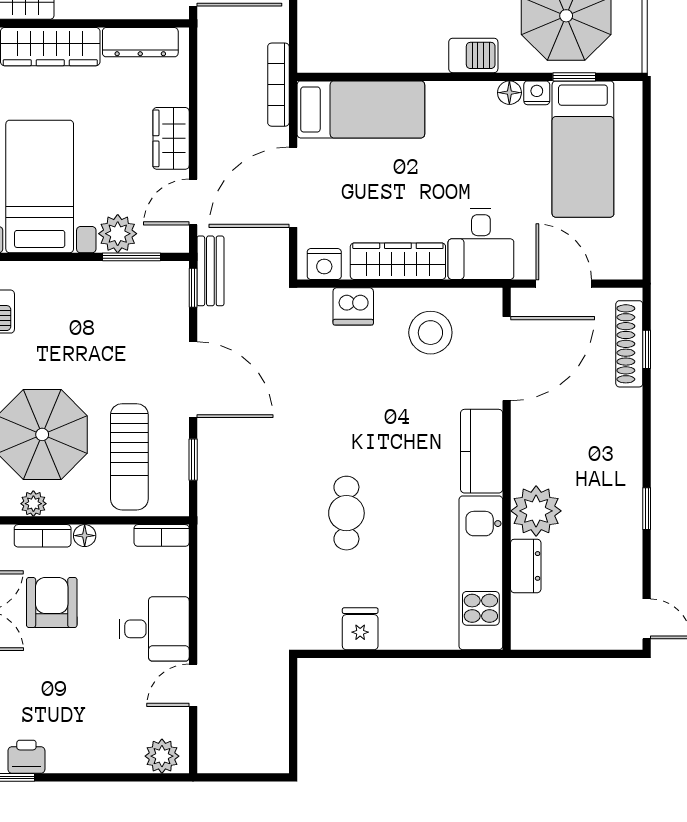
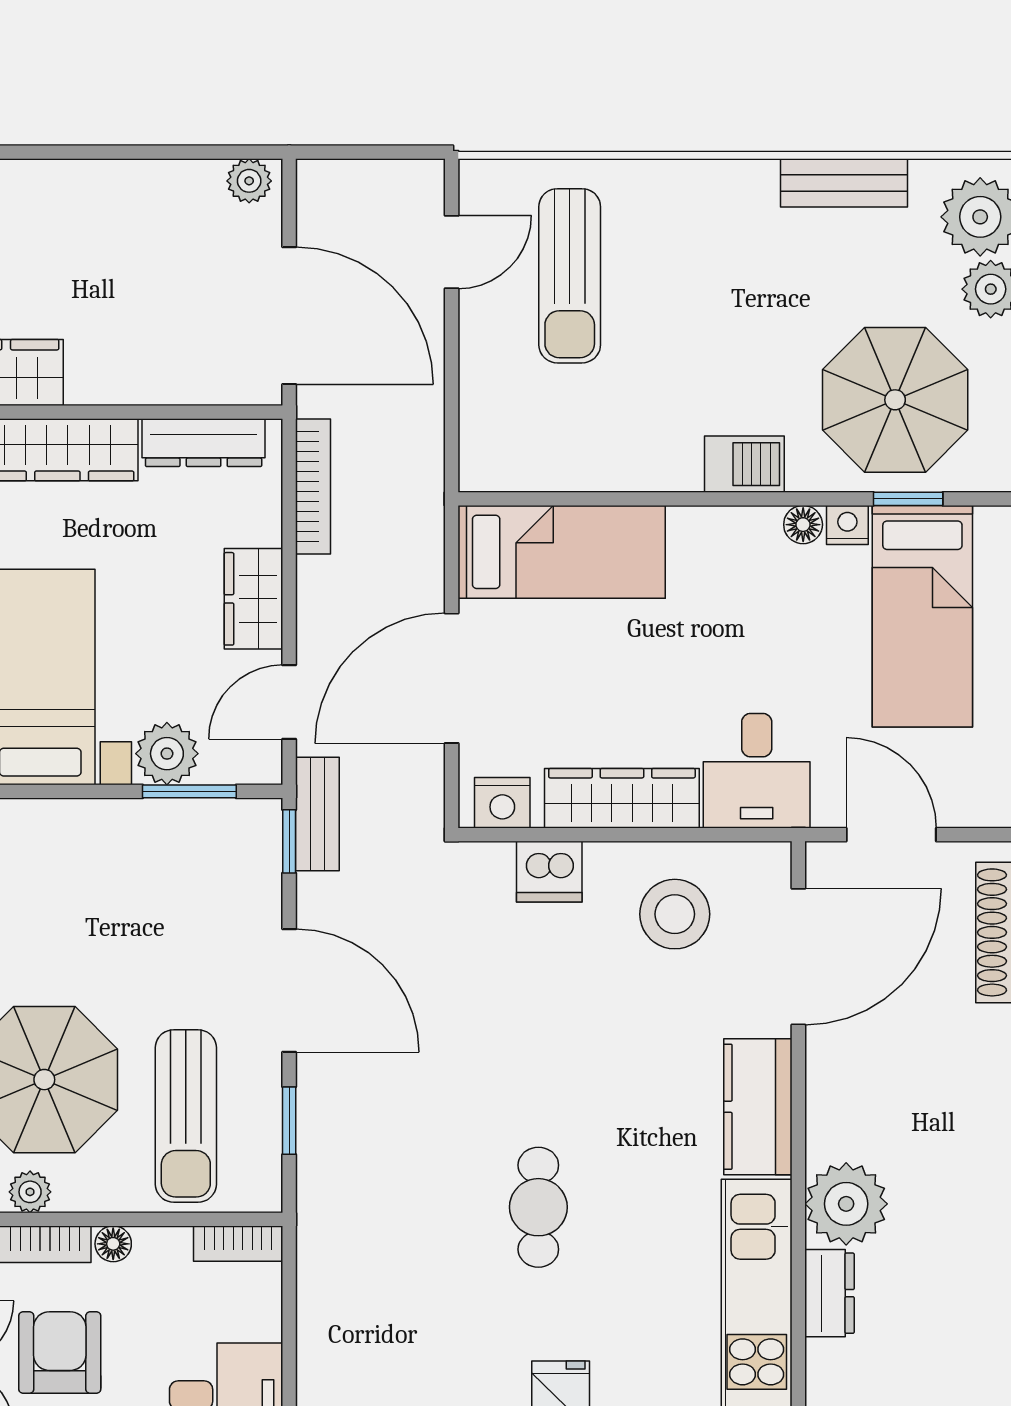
bookcase: (278, 85) -> (313, 487), moved, turned 180

